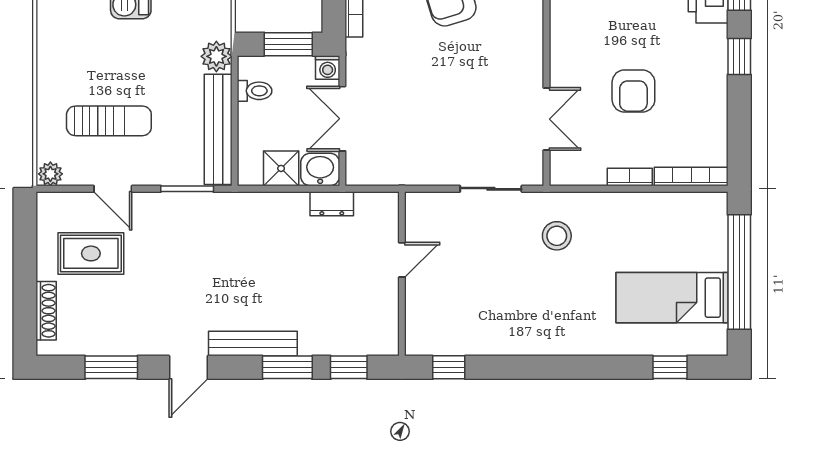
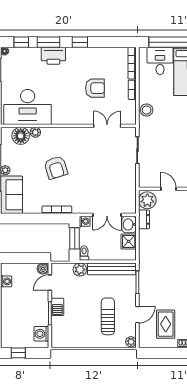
toilet: (255, 91) -> (84, 253), moved
plant: (376, 211) -> (147, 200), added
stool: (557, 236) -> (147, 110), moved
desk: (696, 241) -> (160, 61), added

